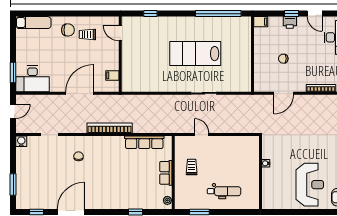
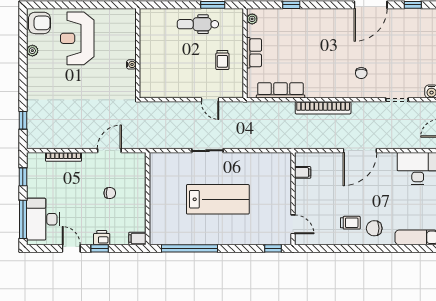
door: (120, 33) -> (293, 224), moved
wall: (120, 54) -> (293, 199), moved
filing cabinet: (112, 75) -> (303, 172), moved
dental chair: (224, 191) -> (198, 24), moved

